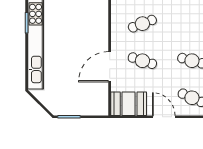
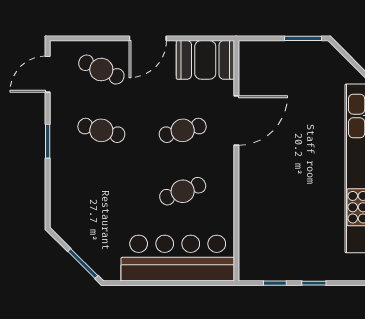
cafe table: (142, 61) -> (183, 130), turned -33
door: (164, 117) -> (148, 38), hinge flipped

